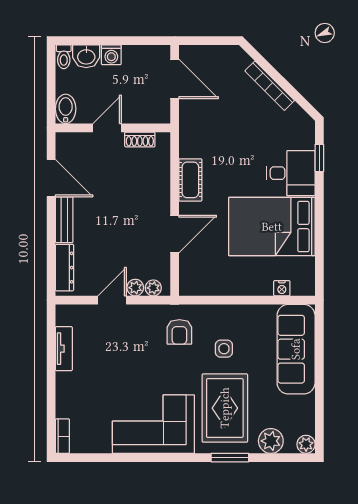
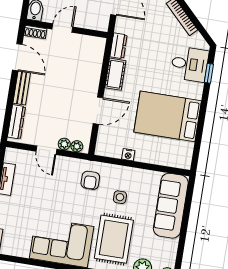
shoe rack: (140, 139) -> (35, 32), moved
dresser: (188, 140) -> (118, 46), added
desk: (291, 173) -> (190, 64), moved
nightstand: (282, 288) -> (128, 155), moved
door: (112, 300) -> (46, 150), swing flipped

